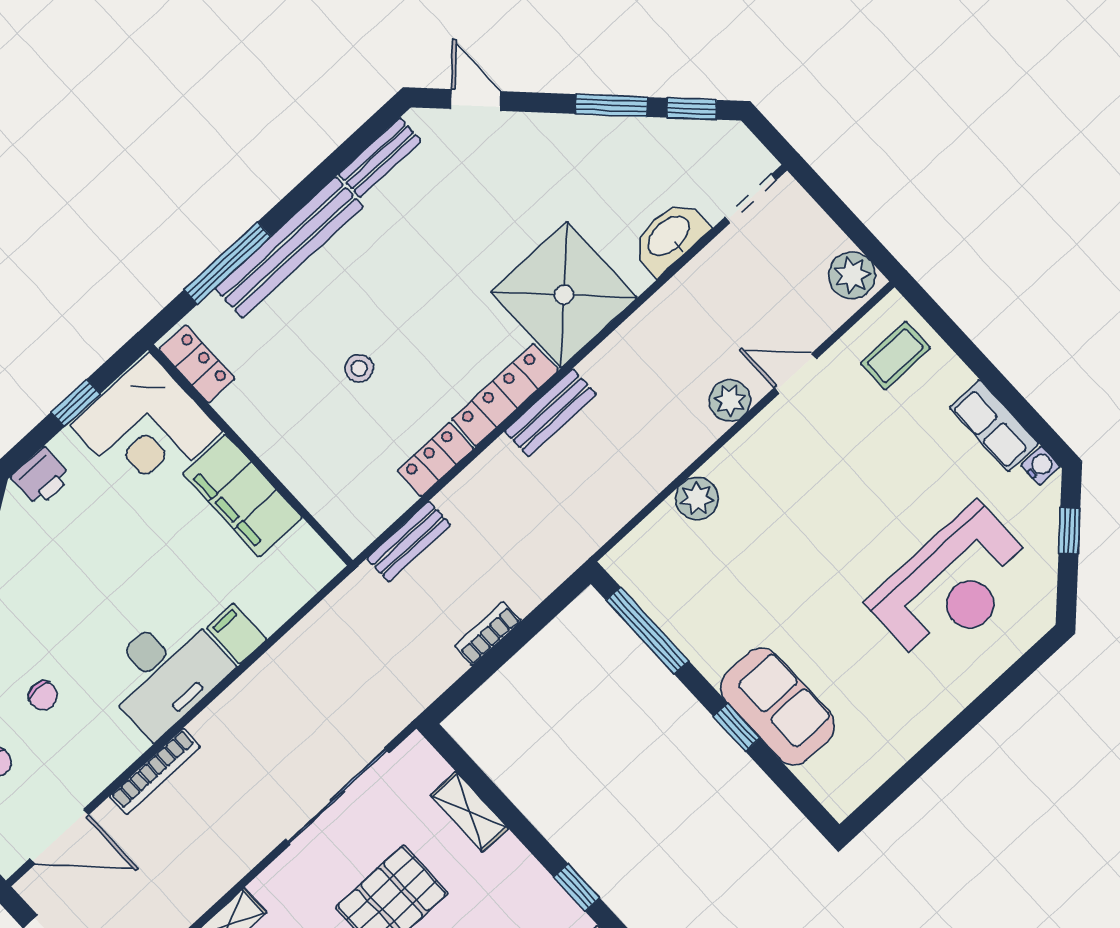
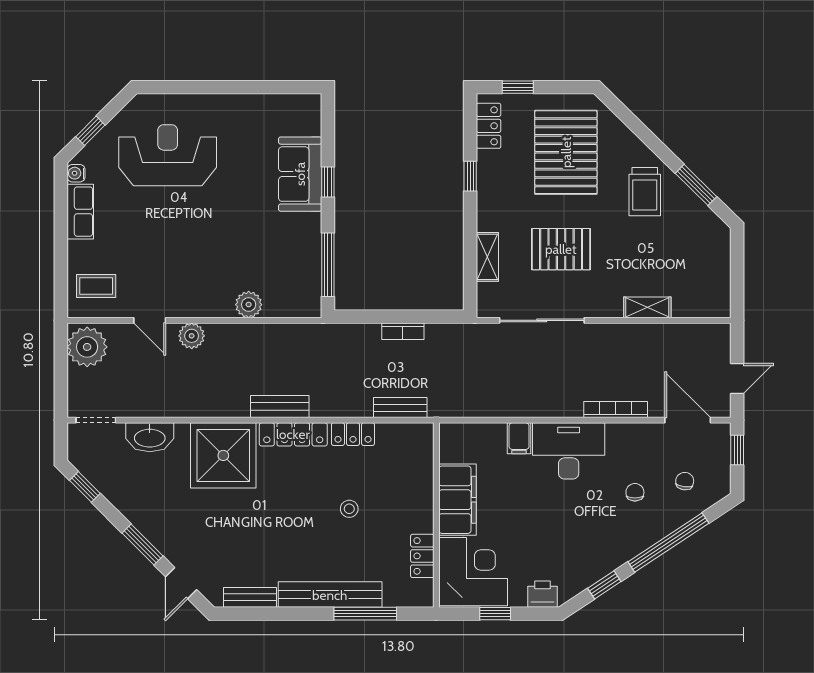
window: (611, 106) -> (143, 545), moved
plant: (852, 275) -> (87, 347), width x1.36, depth x1.36
locker: (197, 364) -> (422, 556), moved

